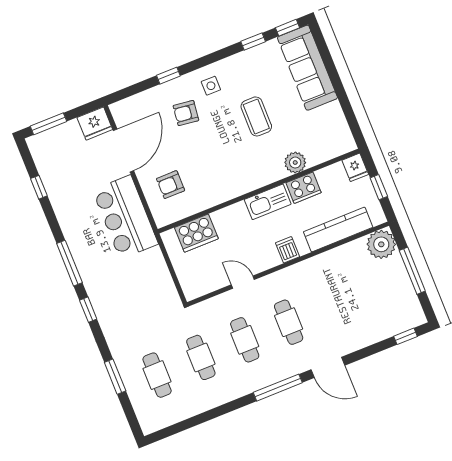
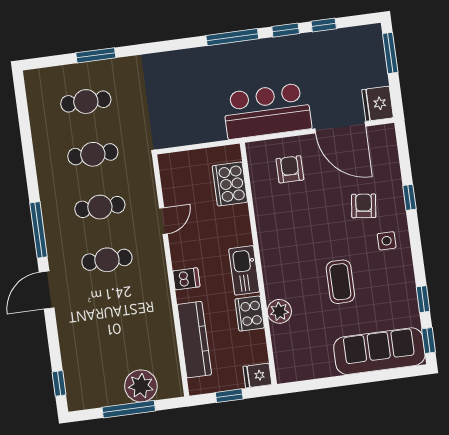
coffee table: (256, 116) -> (340, 282), turned 90
plant: (381, 244) -> (141, 386), moved
window: (88, 310) -> (286, 30), moved

